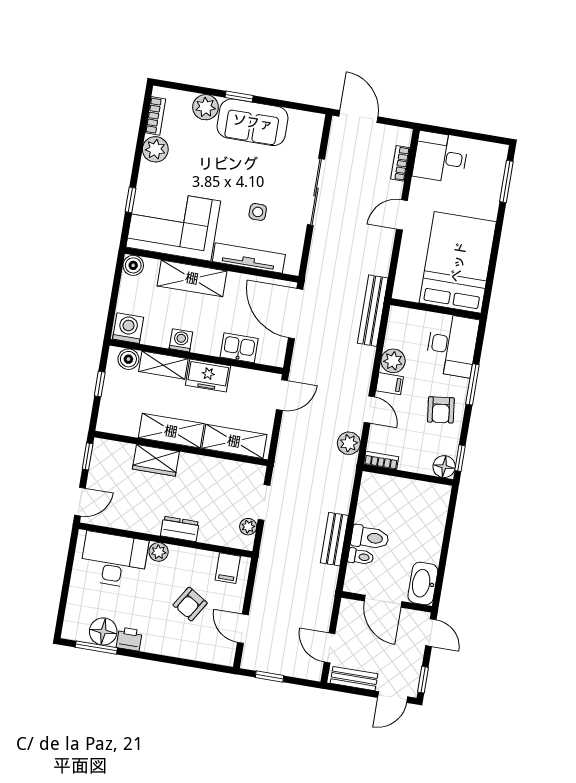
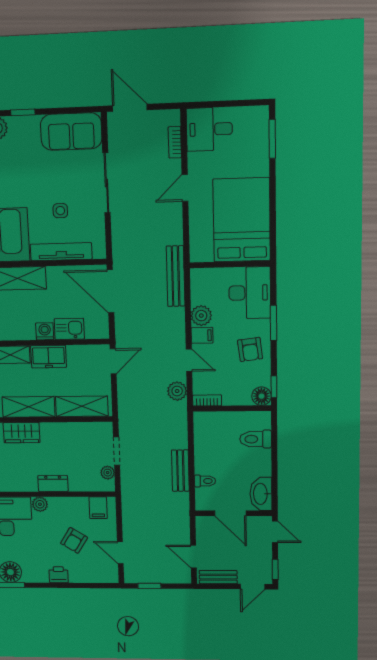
sofa: (253, 122) -> (71, 132), moved
washing machine: (181, 340) -> (45, 331), moved
toilet: (370, 537) -> (256, 439), moved, turned 180
printer: (129, 639) -> (59, 575), moved

